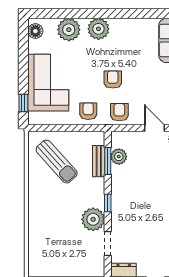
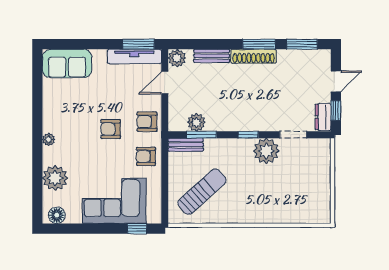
plant: (98, 29) -> (49, 139), width x0.53, depth x0.53
bench: (99, 161) -> (186, 145), moved

